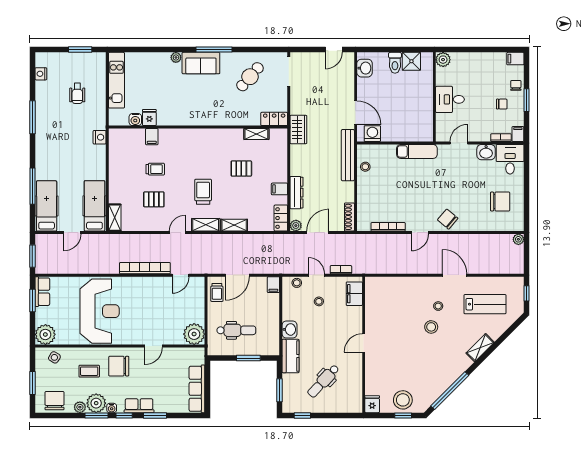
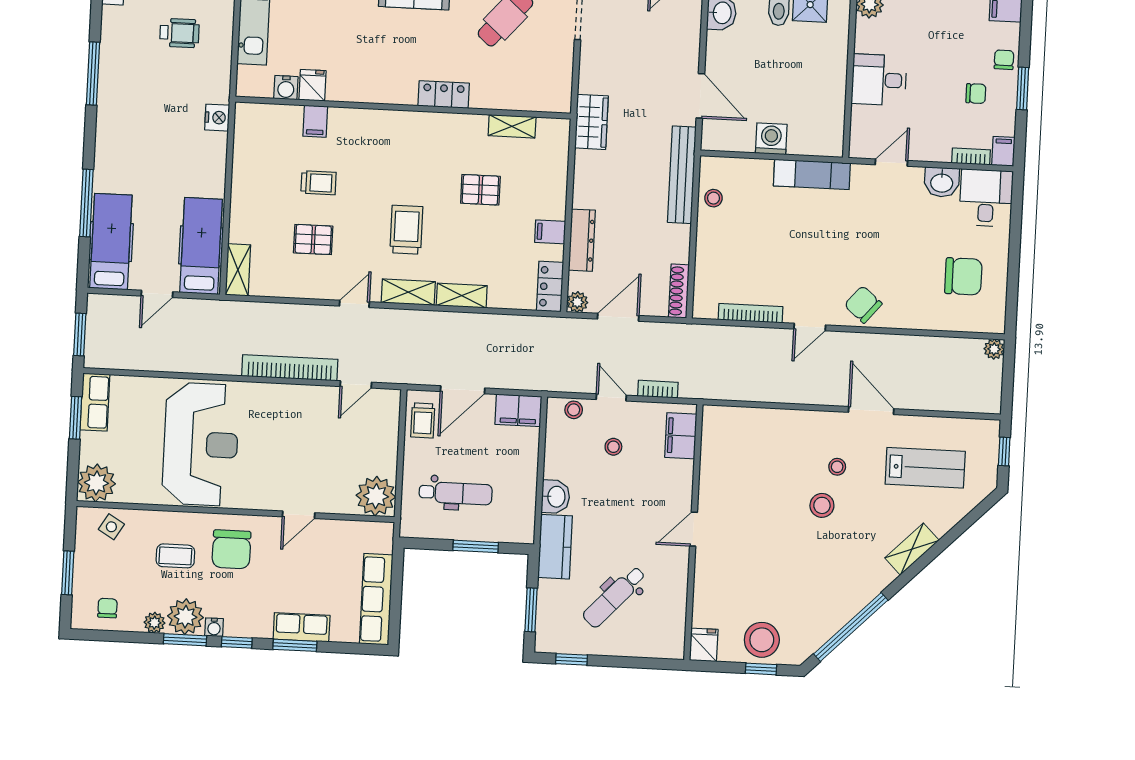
wheelchair: (77, 93) -> (179, 33), turned -90
locker: (274, 119) -> (444, 95), moved
washing machine: (372, 134) -> (771, 139), moved
filing cabinet: (273, 285) -> (518, 410), width x2.00
chair: (119, 366) -> (231, 549), turned -90
chair: (55, 401) -> (107, 608), width x0.54, depth x0.54
row of seats: (139, 406) -> (302, 627), moved

